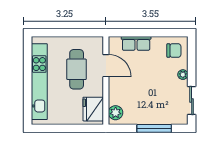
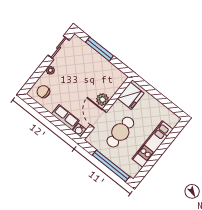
window: (61, 33) -> (111, 166), added
water cooler: (115, 42) -> (79, 130), added
kitchen unit: (39, 82) -> (153, 144), width x0.73
plant: (116, 113) -> (103, 100), moved

